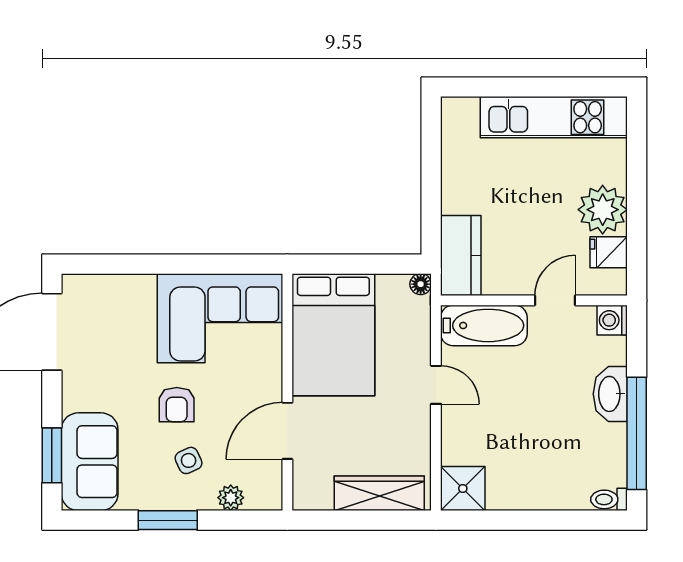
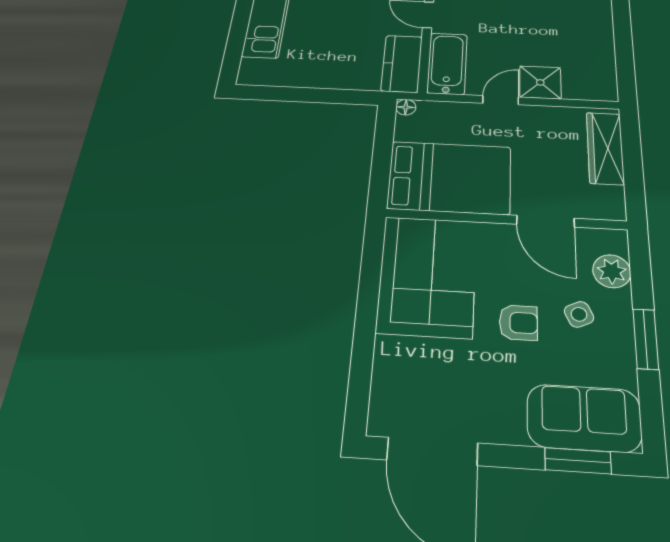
kitchen counter: (461, 256) -> (402, 64), moved, turned -90
shower: (463, 489) -> (540, 82), moved
plant: (231, 498) -> (612, 271), width x1.38, depth x1.38

